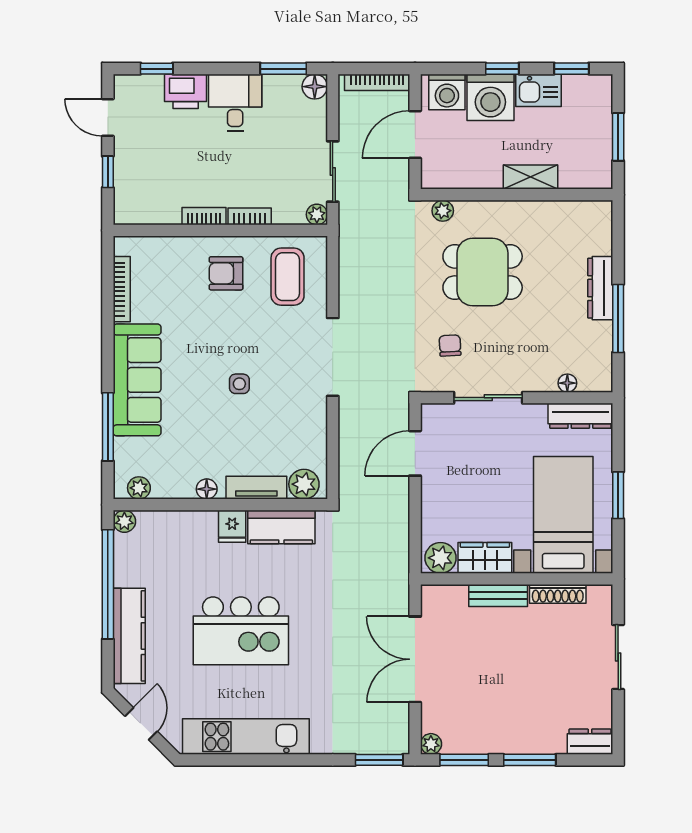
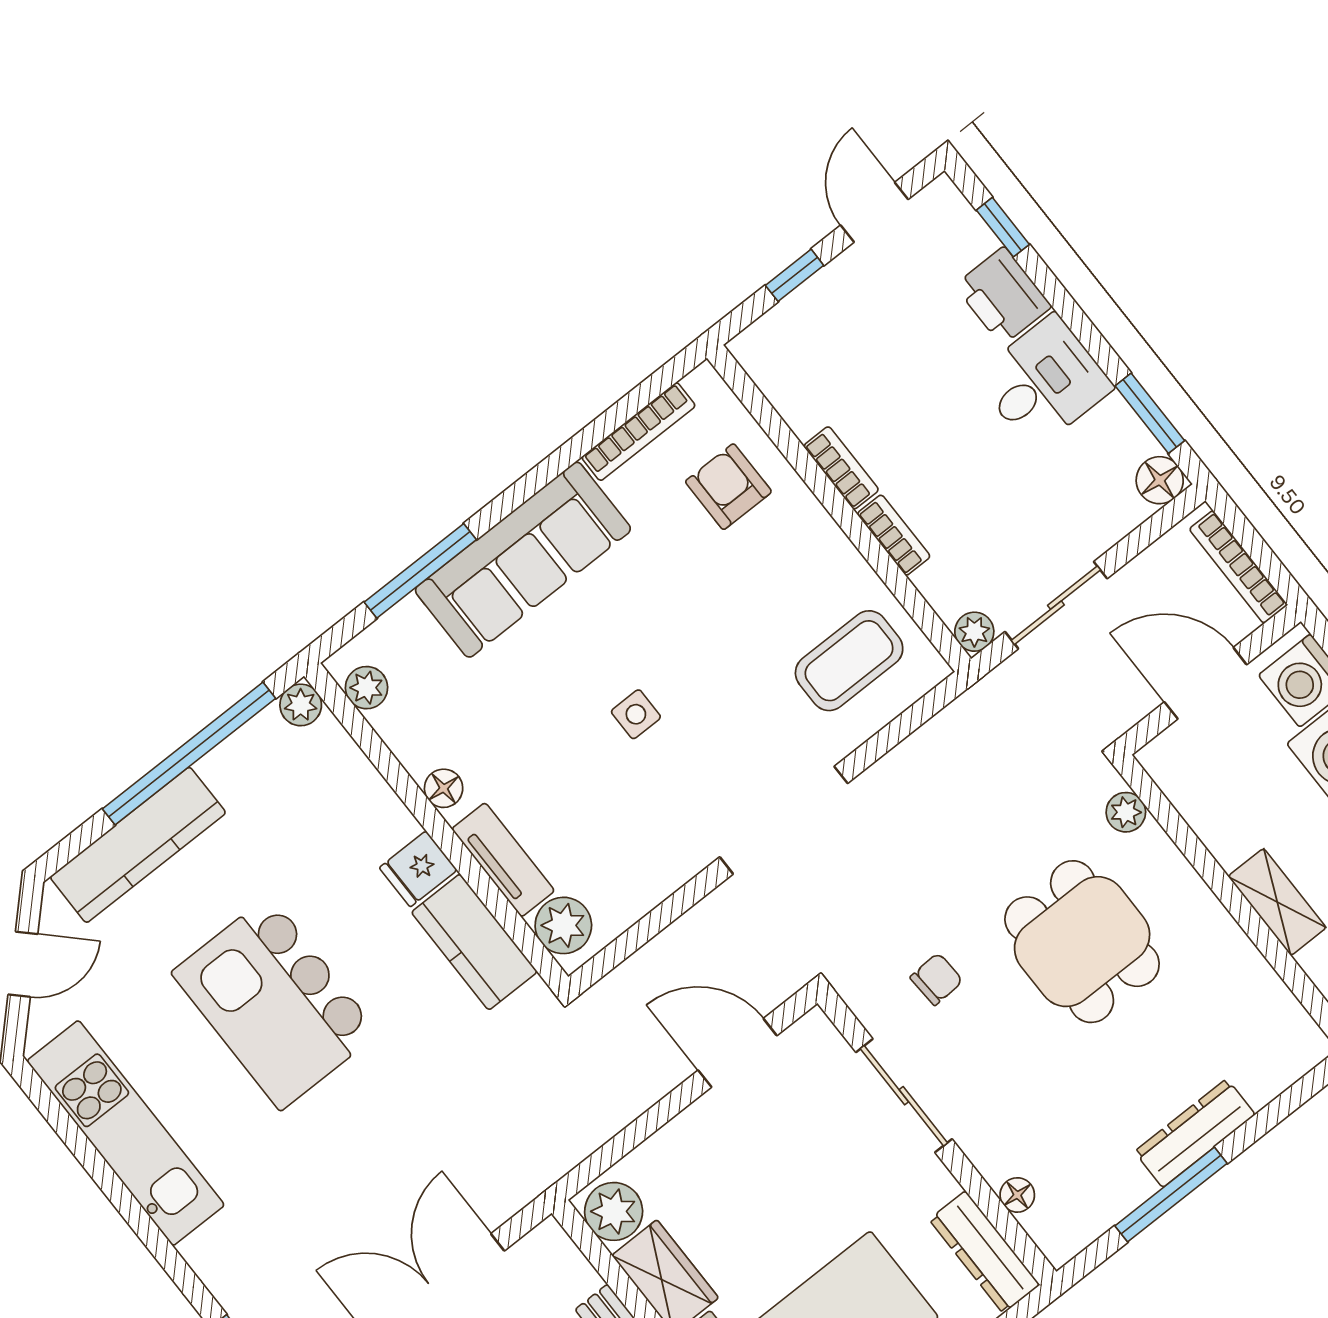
armchair: (226, 273) -> (728, 487), moved

